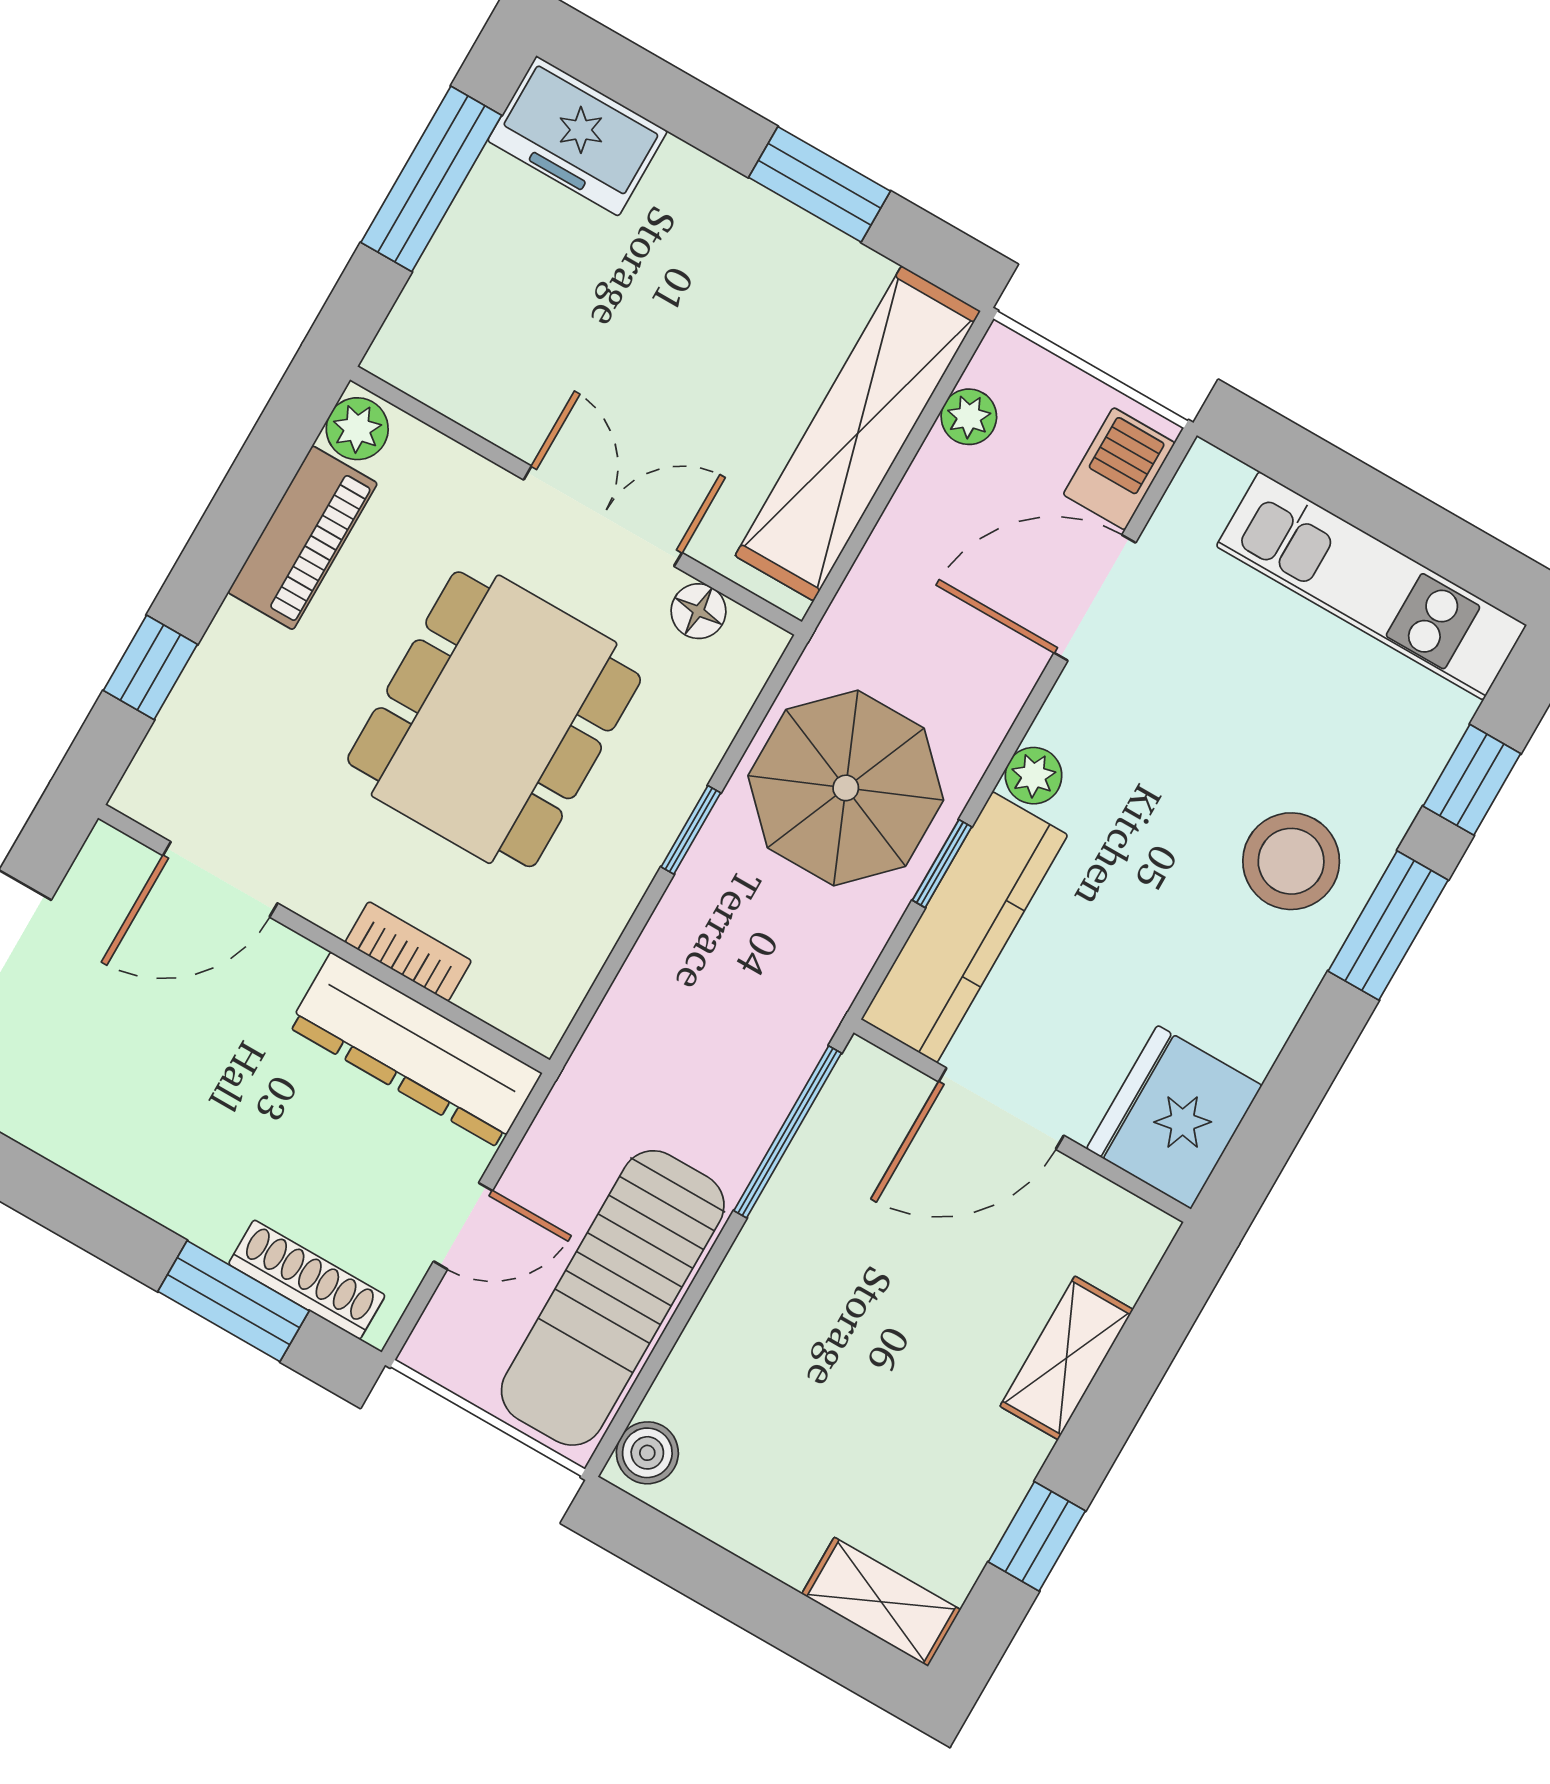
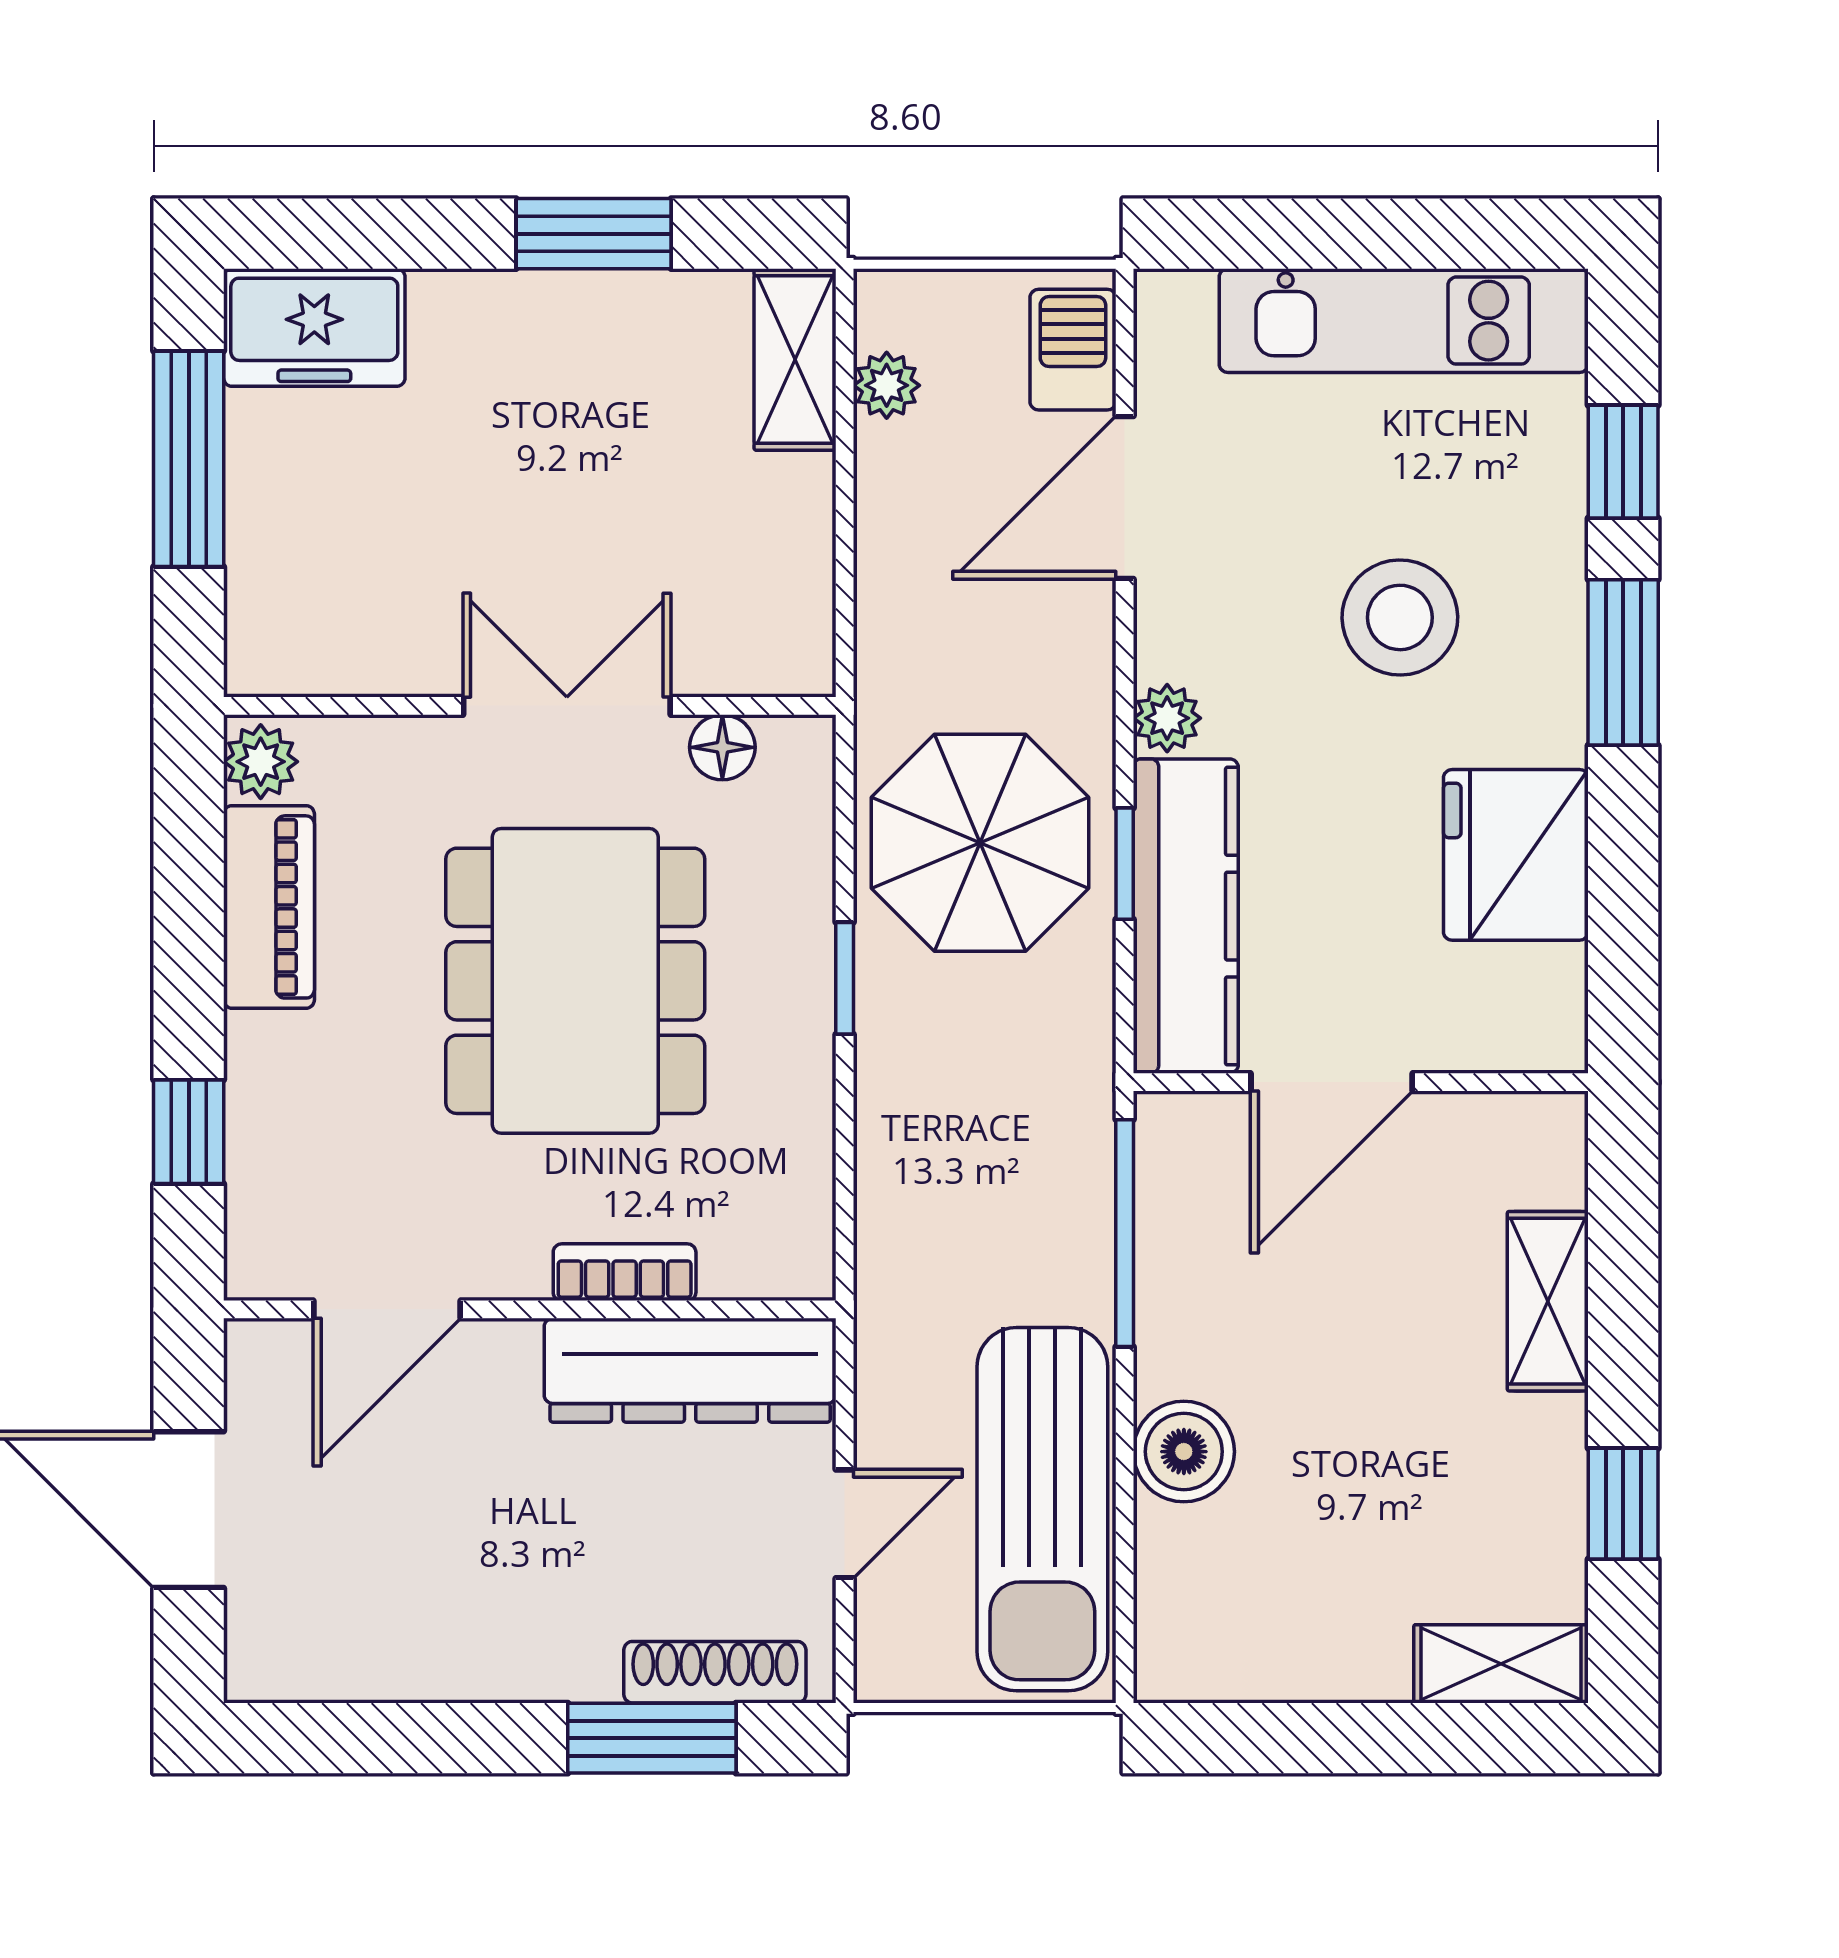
shelving: (858, 433) -> (795, 359), width x0.45, depth x0.75
stool: (1291, 861) -> (1400, 617), moved
fridge: (1174, 1117) -> (1516, 855), moved
boiler: (647, 1453) -> (1184, 1452), moved, width x1.36, depth x1.36

